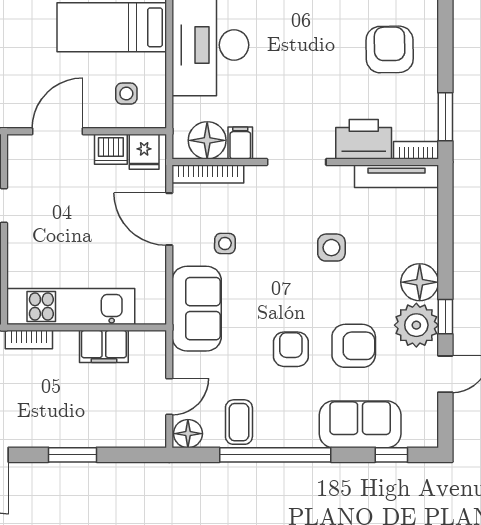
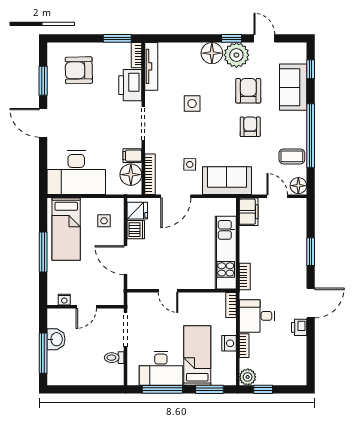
filing cabinet: (104, 346) -> (249, 212), moved
armchair: (291, 349) -> (250, 127), turned 90

